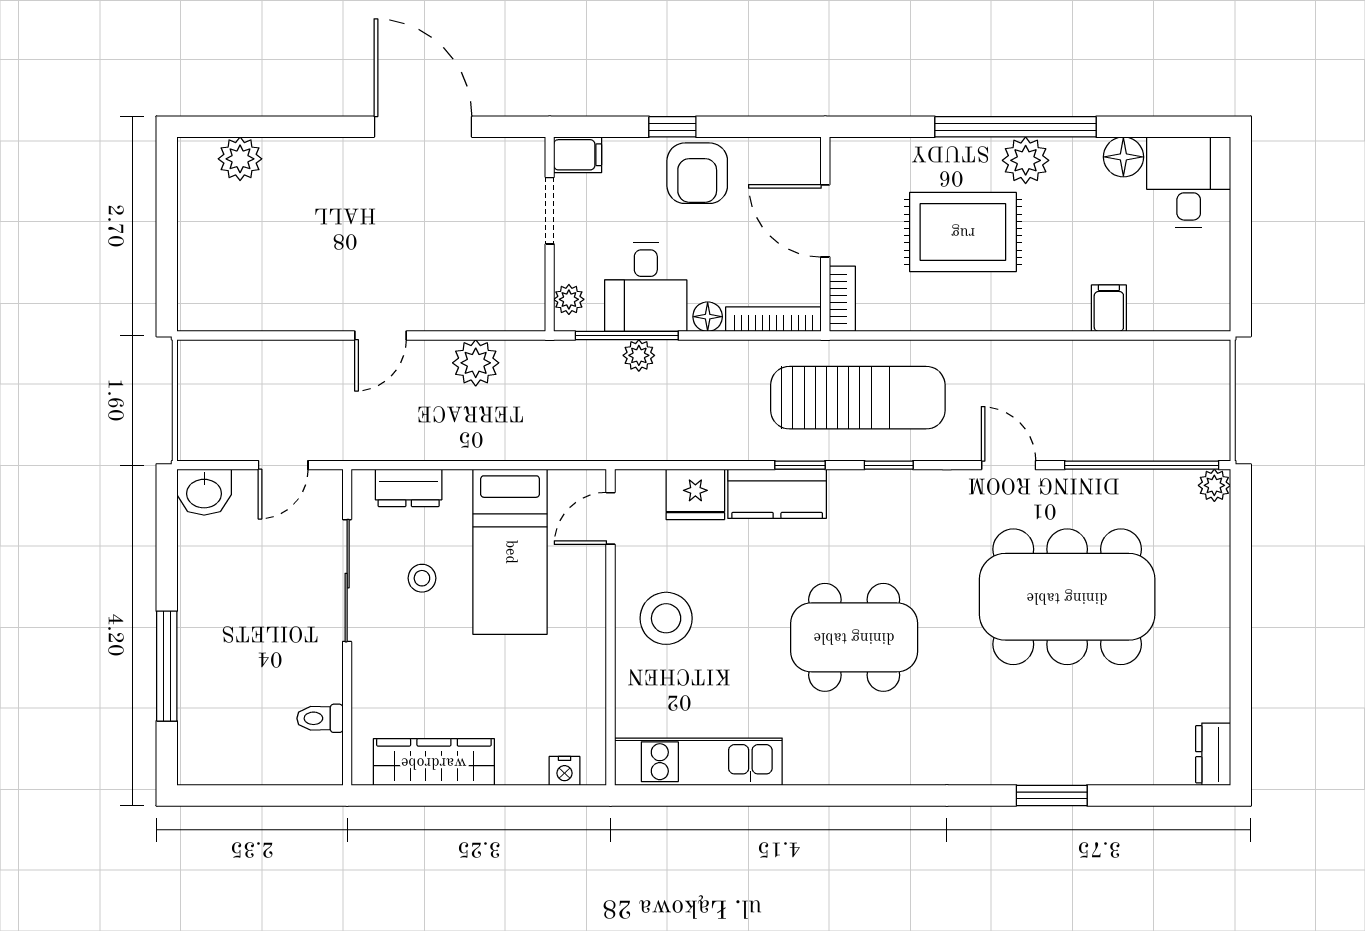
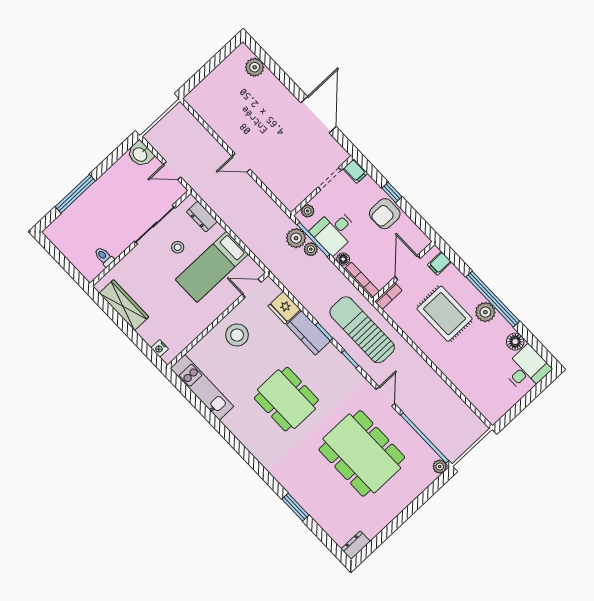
filing cabinet: (1109, 308) -> (439, 263), moved, turned 180
plant: (476, 363) -> (296, 238), moved
sun lounger: (858, 398) -> (362, 330), turned 180

